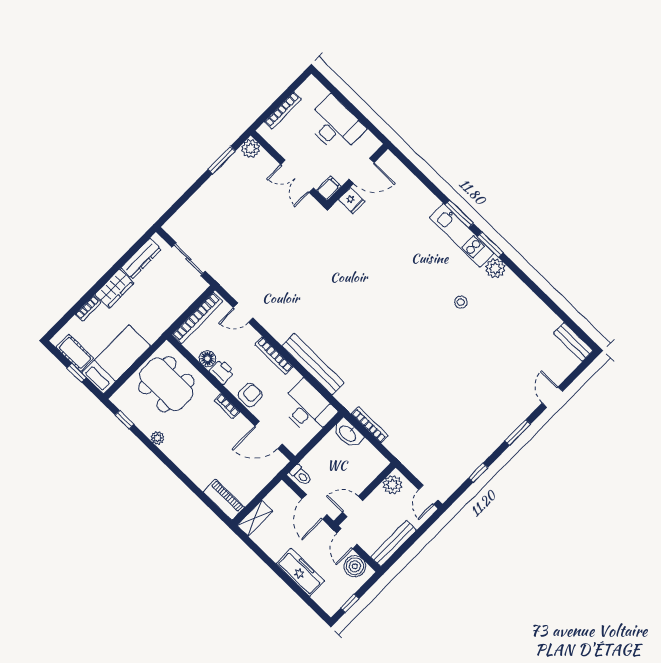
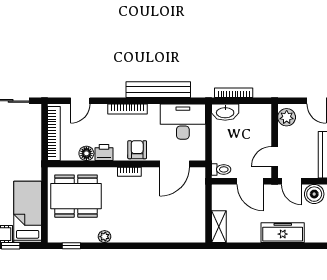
piano: (224, 500) -> (187, 234), removed

